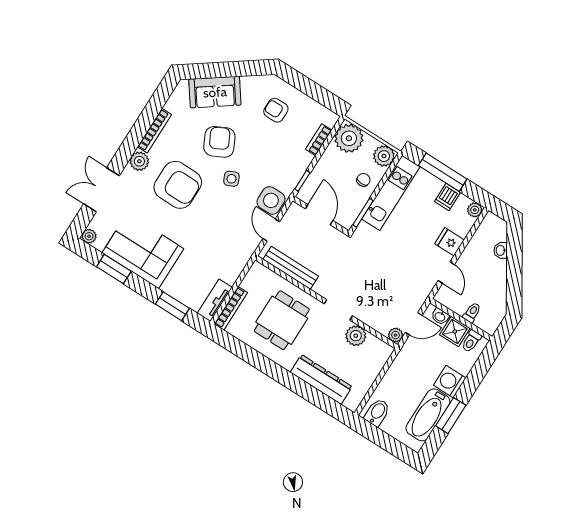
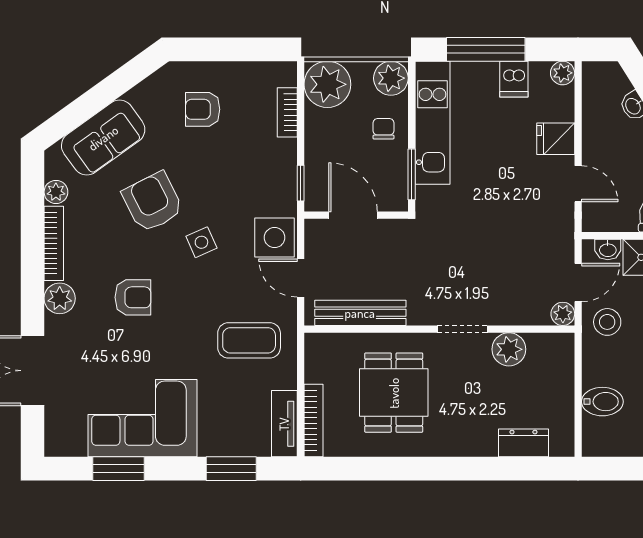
armchair: (178, 185) -> (133, 297), width x0.53, depth x0.53
plant: (89, 236) -> (56, 192), moved
coffee table: (224, 245) -> (249, 340), added
stool: (416, 354) -> (607, 322), added
dresser: (321, 379) -> (523, 443), width x0.51, depth x0.80
bidet: (377, 412) -> (602, 402), moved, turned 90

